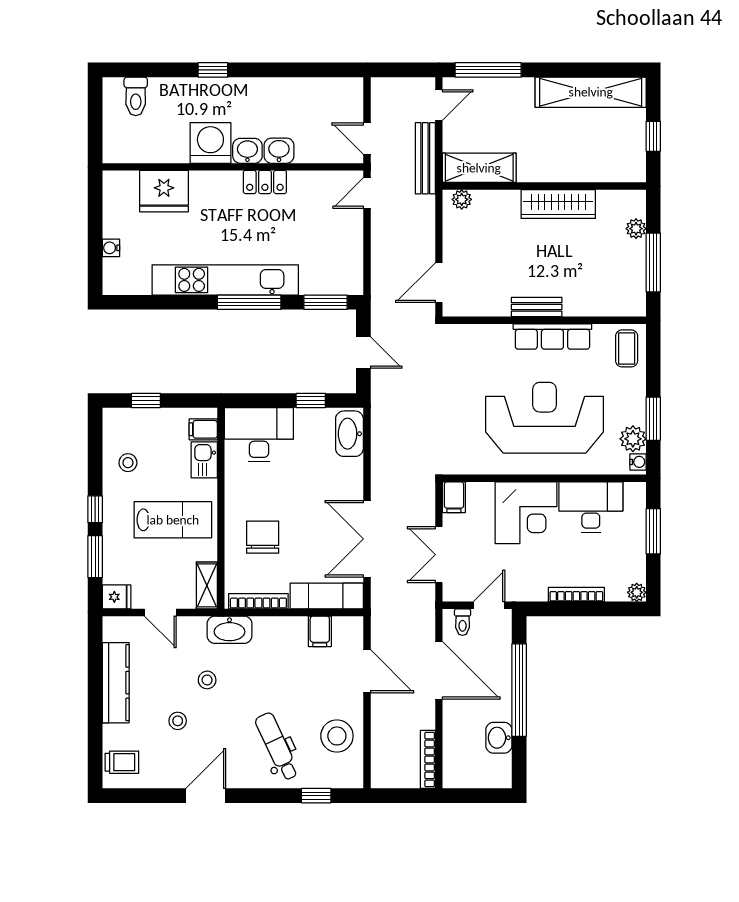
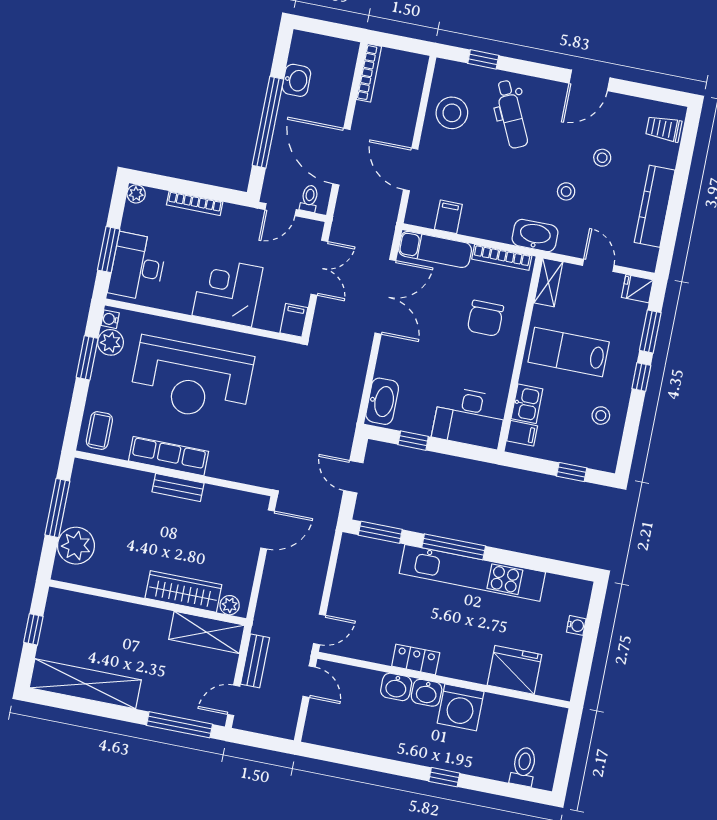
bench: (425, 158) -> (255, 661), width x0.73
wardrobe: (558, 204) -> (183, 591), moved
plant: (636, 229) -> (76, 546), width x1.88, depth x1.88
desk: (591, 507) -> (137, 267), moved, turned 90

